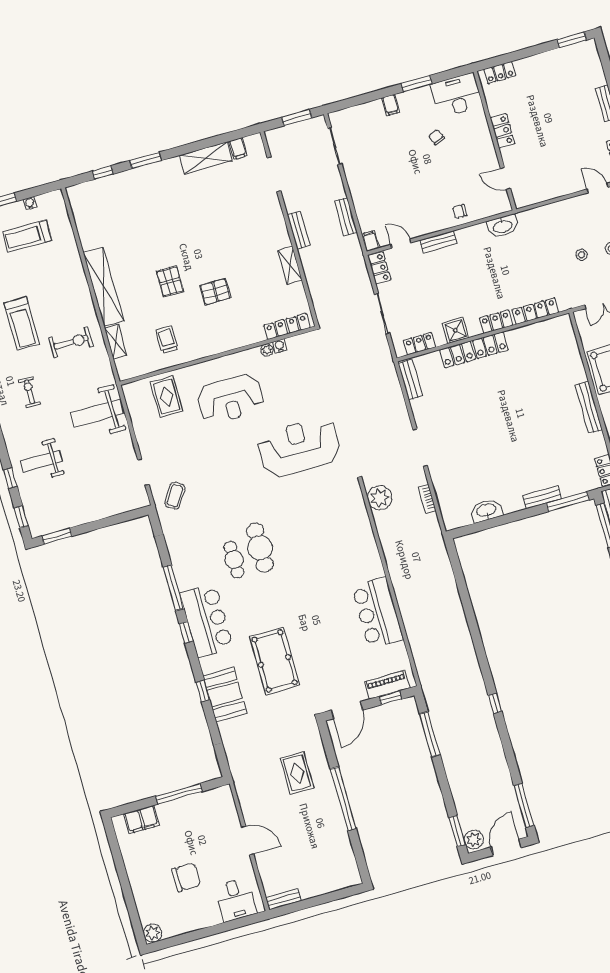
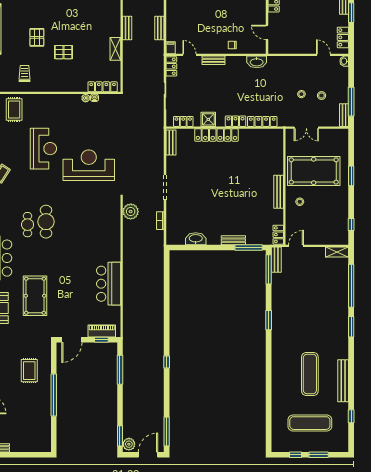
reception desk: (230, 399) -> (43, 149), moved, turned -90

